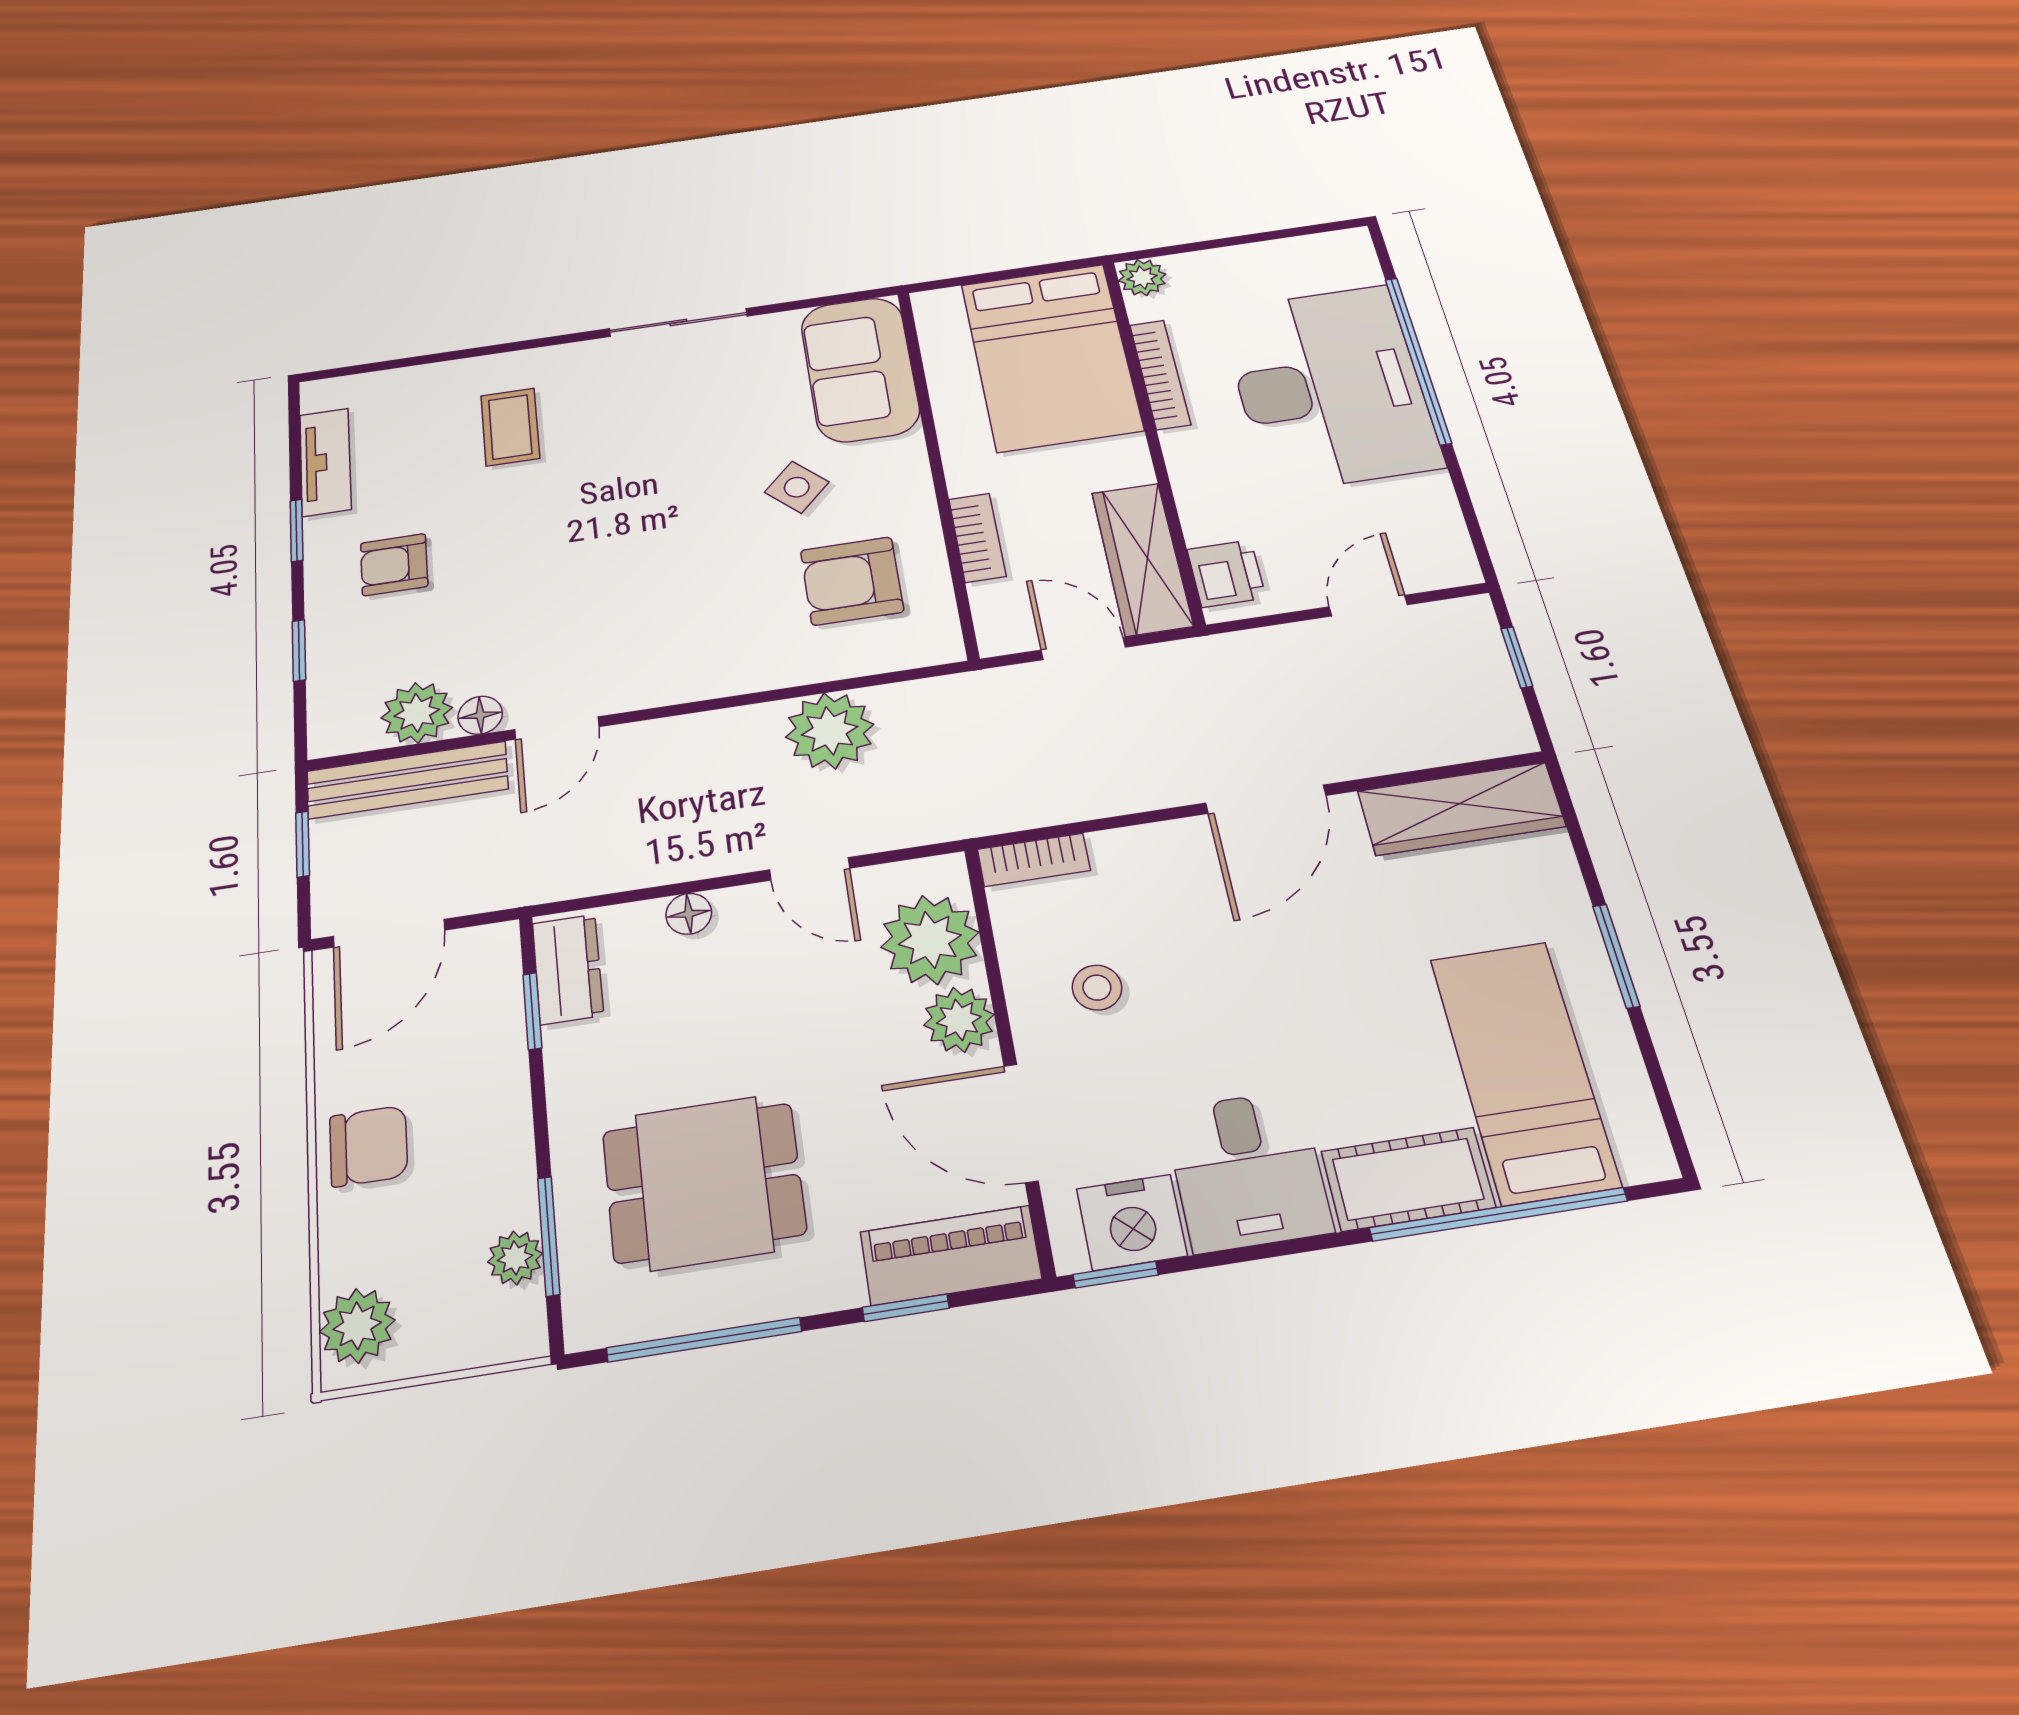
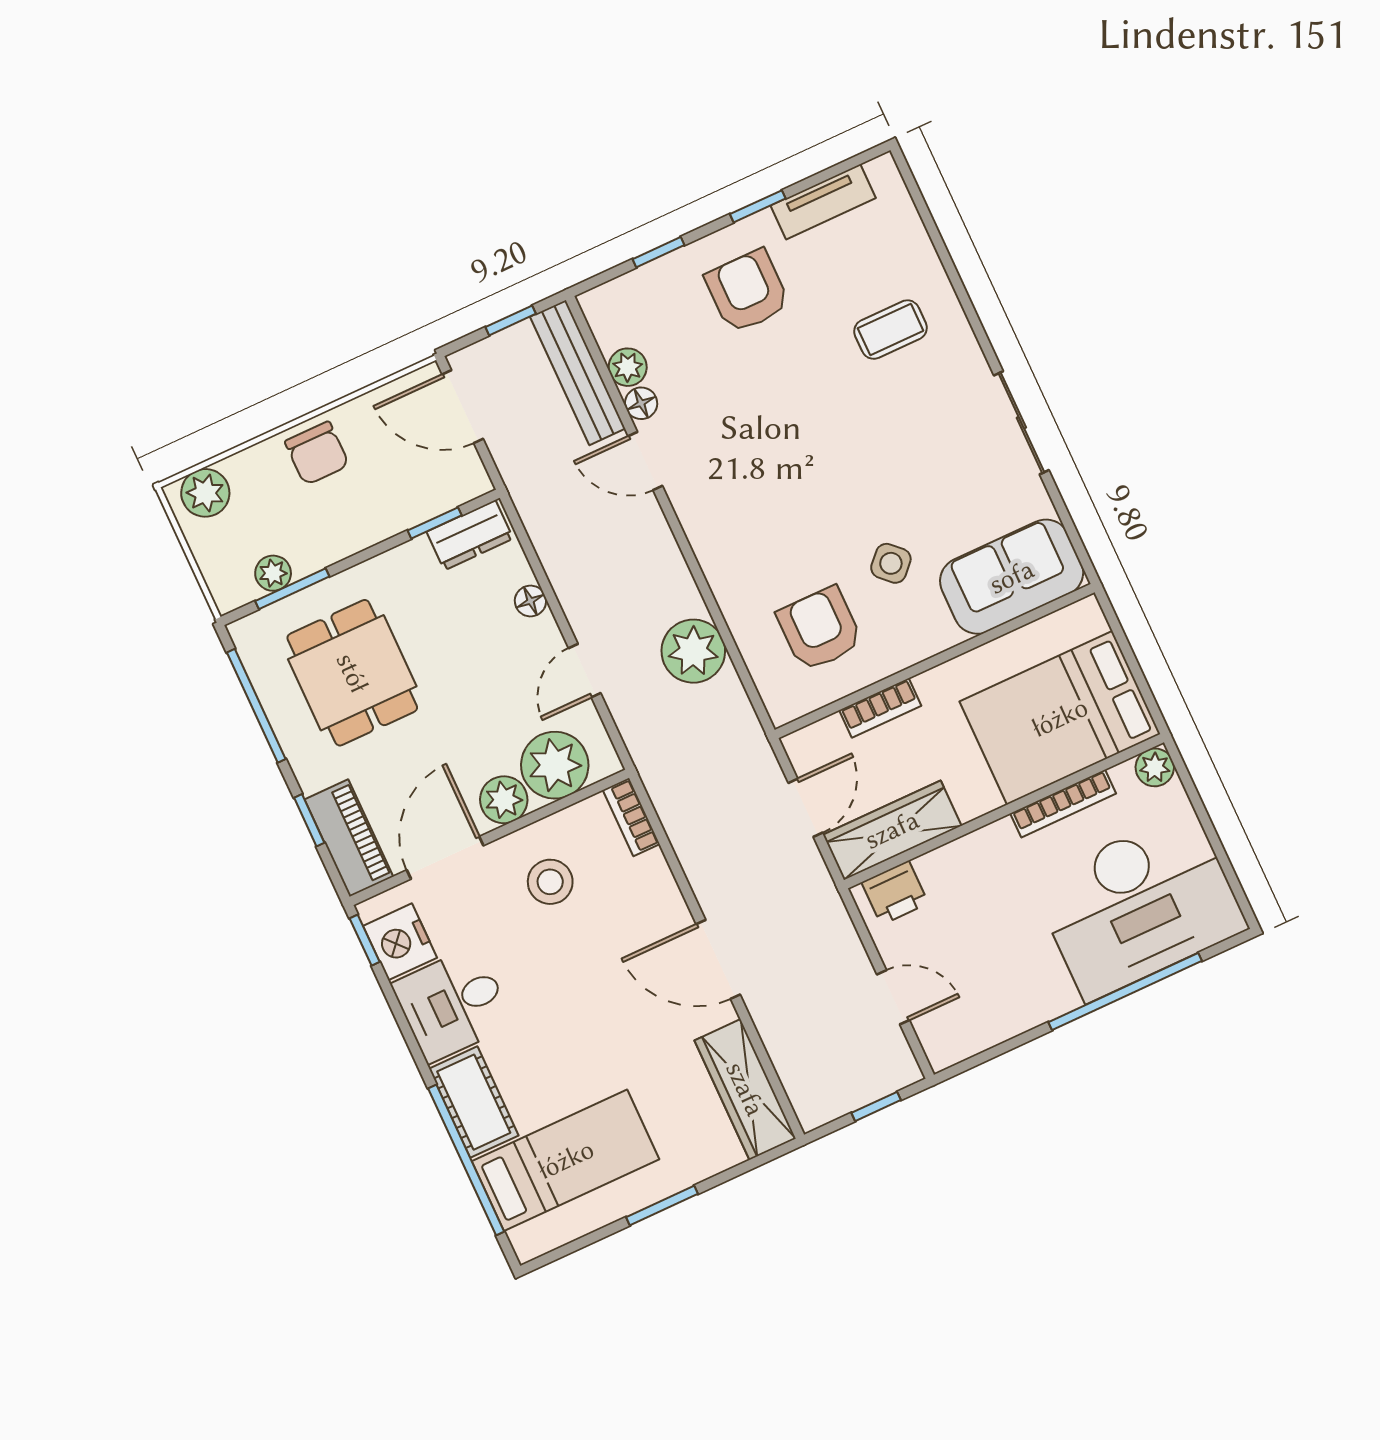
desk: (1329, 387) -> (1139, 905), moved
armchair: (394, 565) -> (747, 291), width x1.38, depth x1.38
plant: (417, 713) -> (628, 367), width x0.73, depth x0.73
stool: (1097, 988) -> (550, 882), width x1.37, depth x1.37

